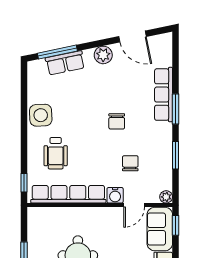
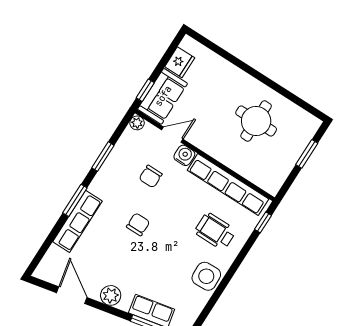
wheelchair: (56, 153) -> (215, 231), turned -90

